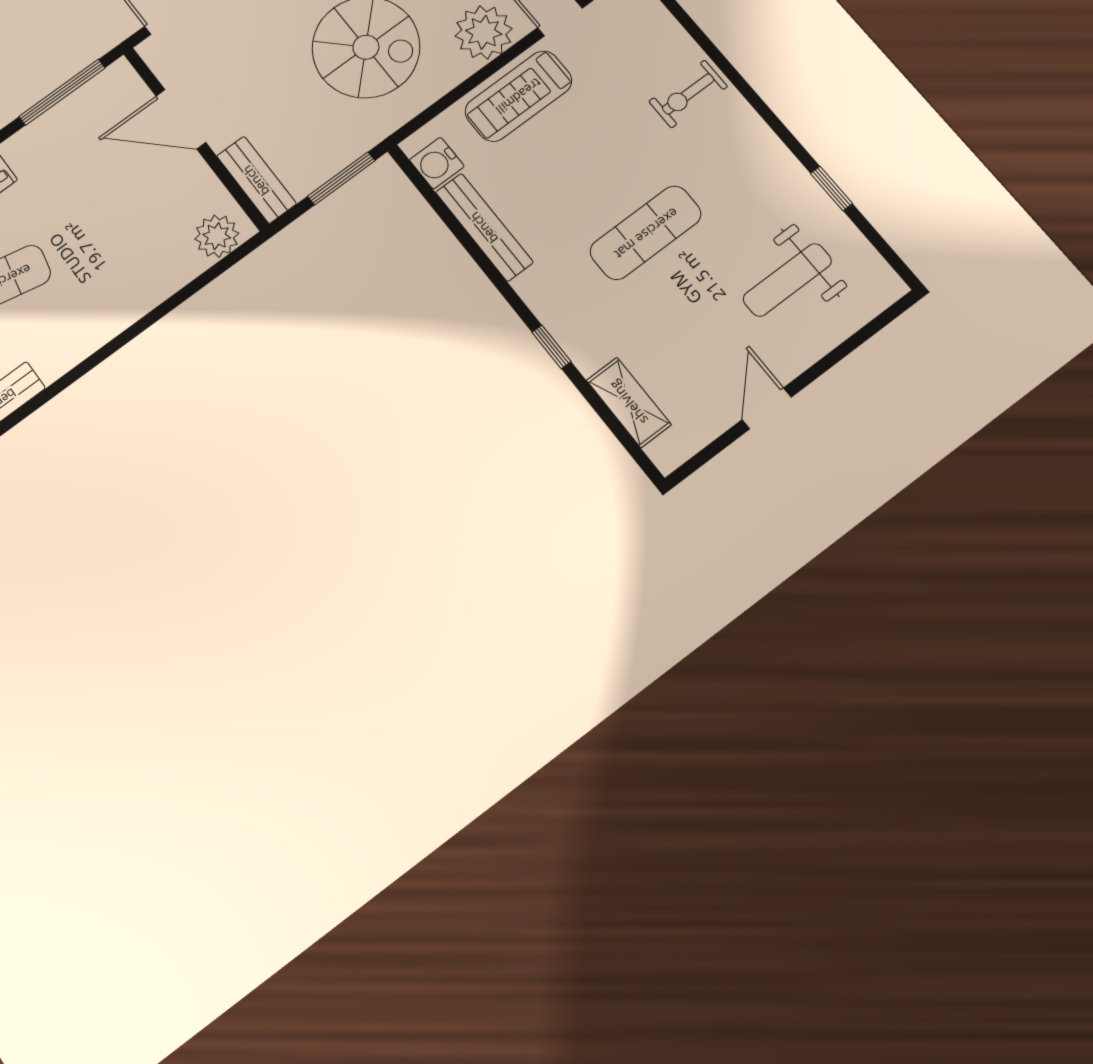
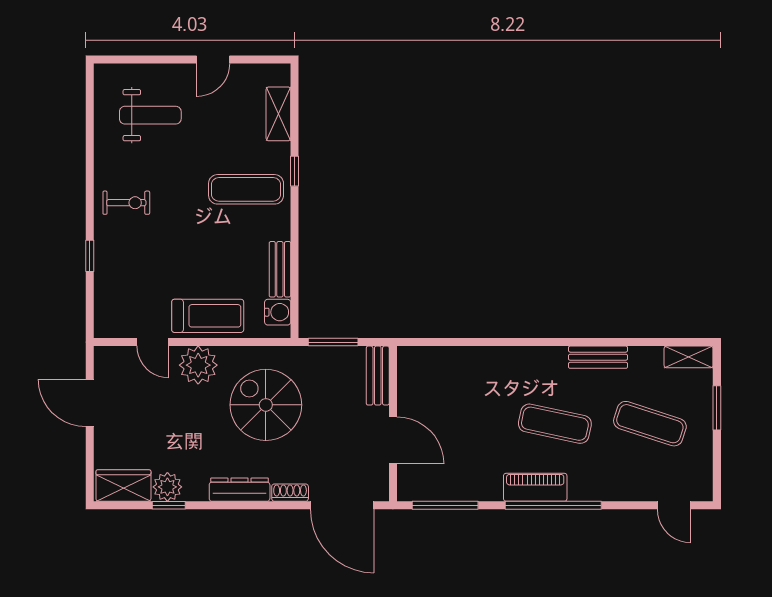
exercise bike: (688, 94) -> (126, 203), moved
window: (831, 188) -> (90, 256), moved
bench: (484, 227) -> (280, 269), width x0.73
exercise mat: (646, 233) -> (246, 189), moved
plant: (217, 236) -> (421, 361), removed

